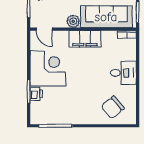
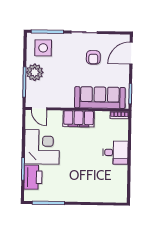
plant: (73, 21) -> (67, 101), removed
printer: (36, 94) -> (33, 177), width x1.87, depth x1.48
chair: (113, 107) -> (104, 186), removed

